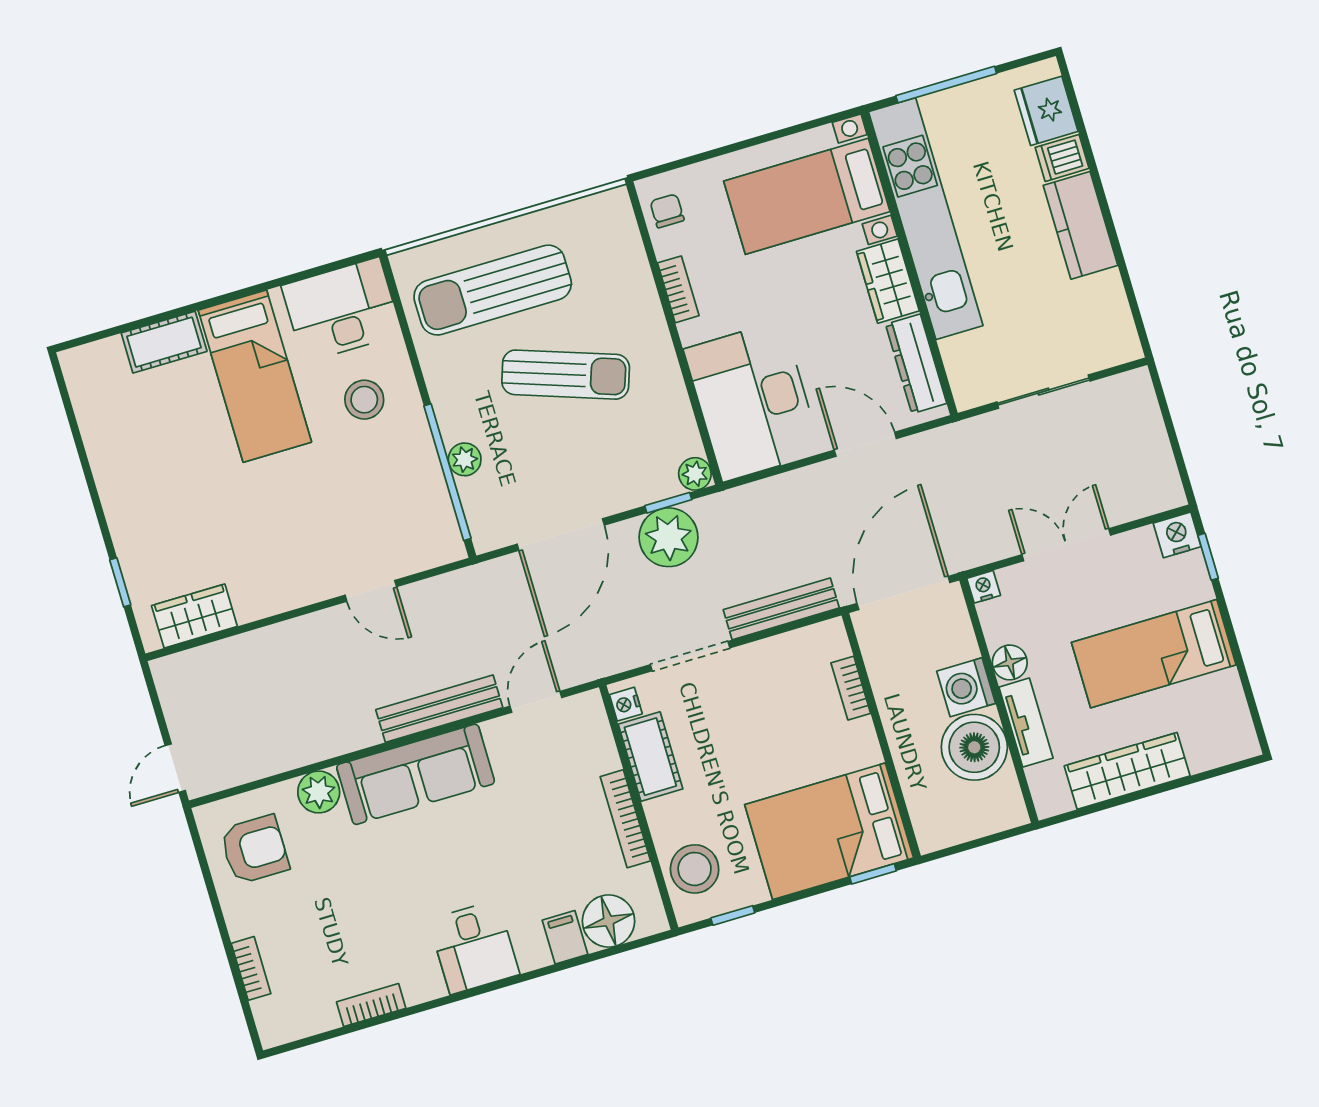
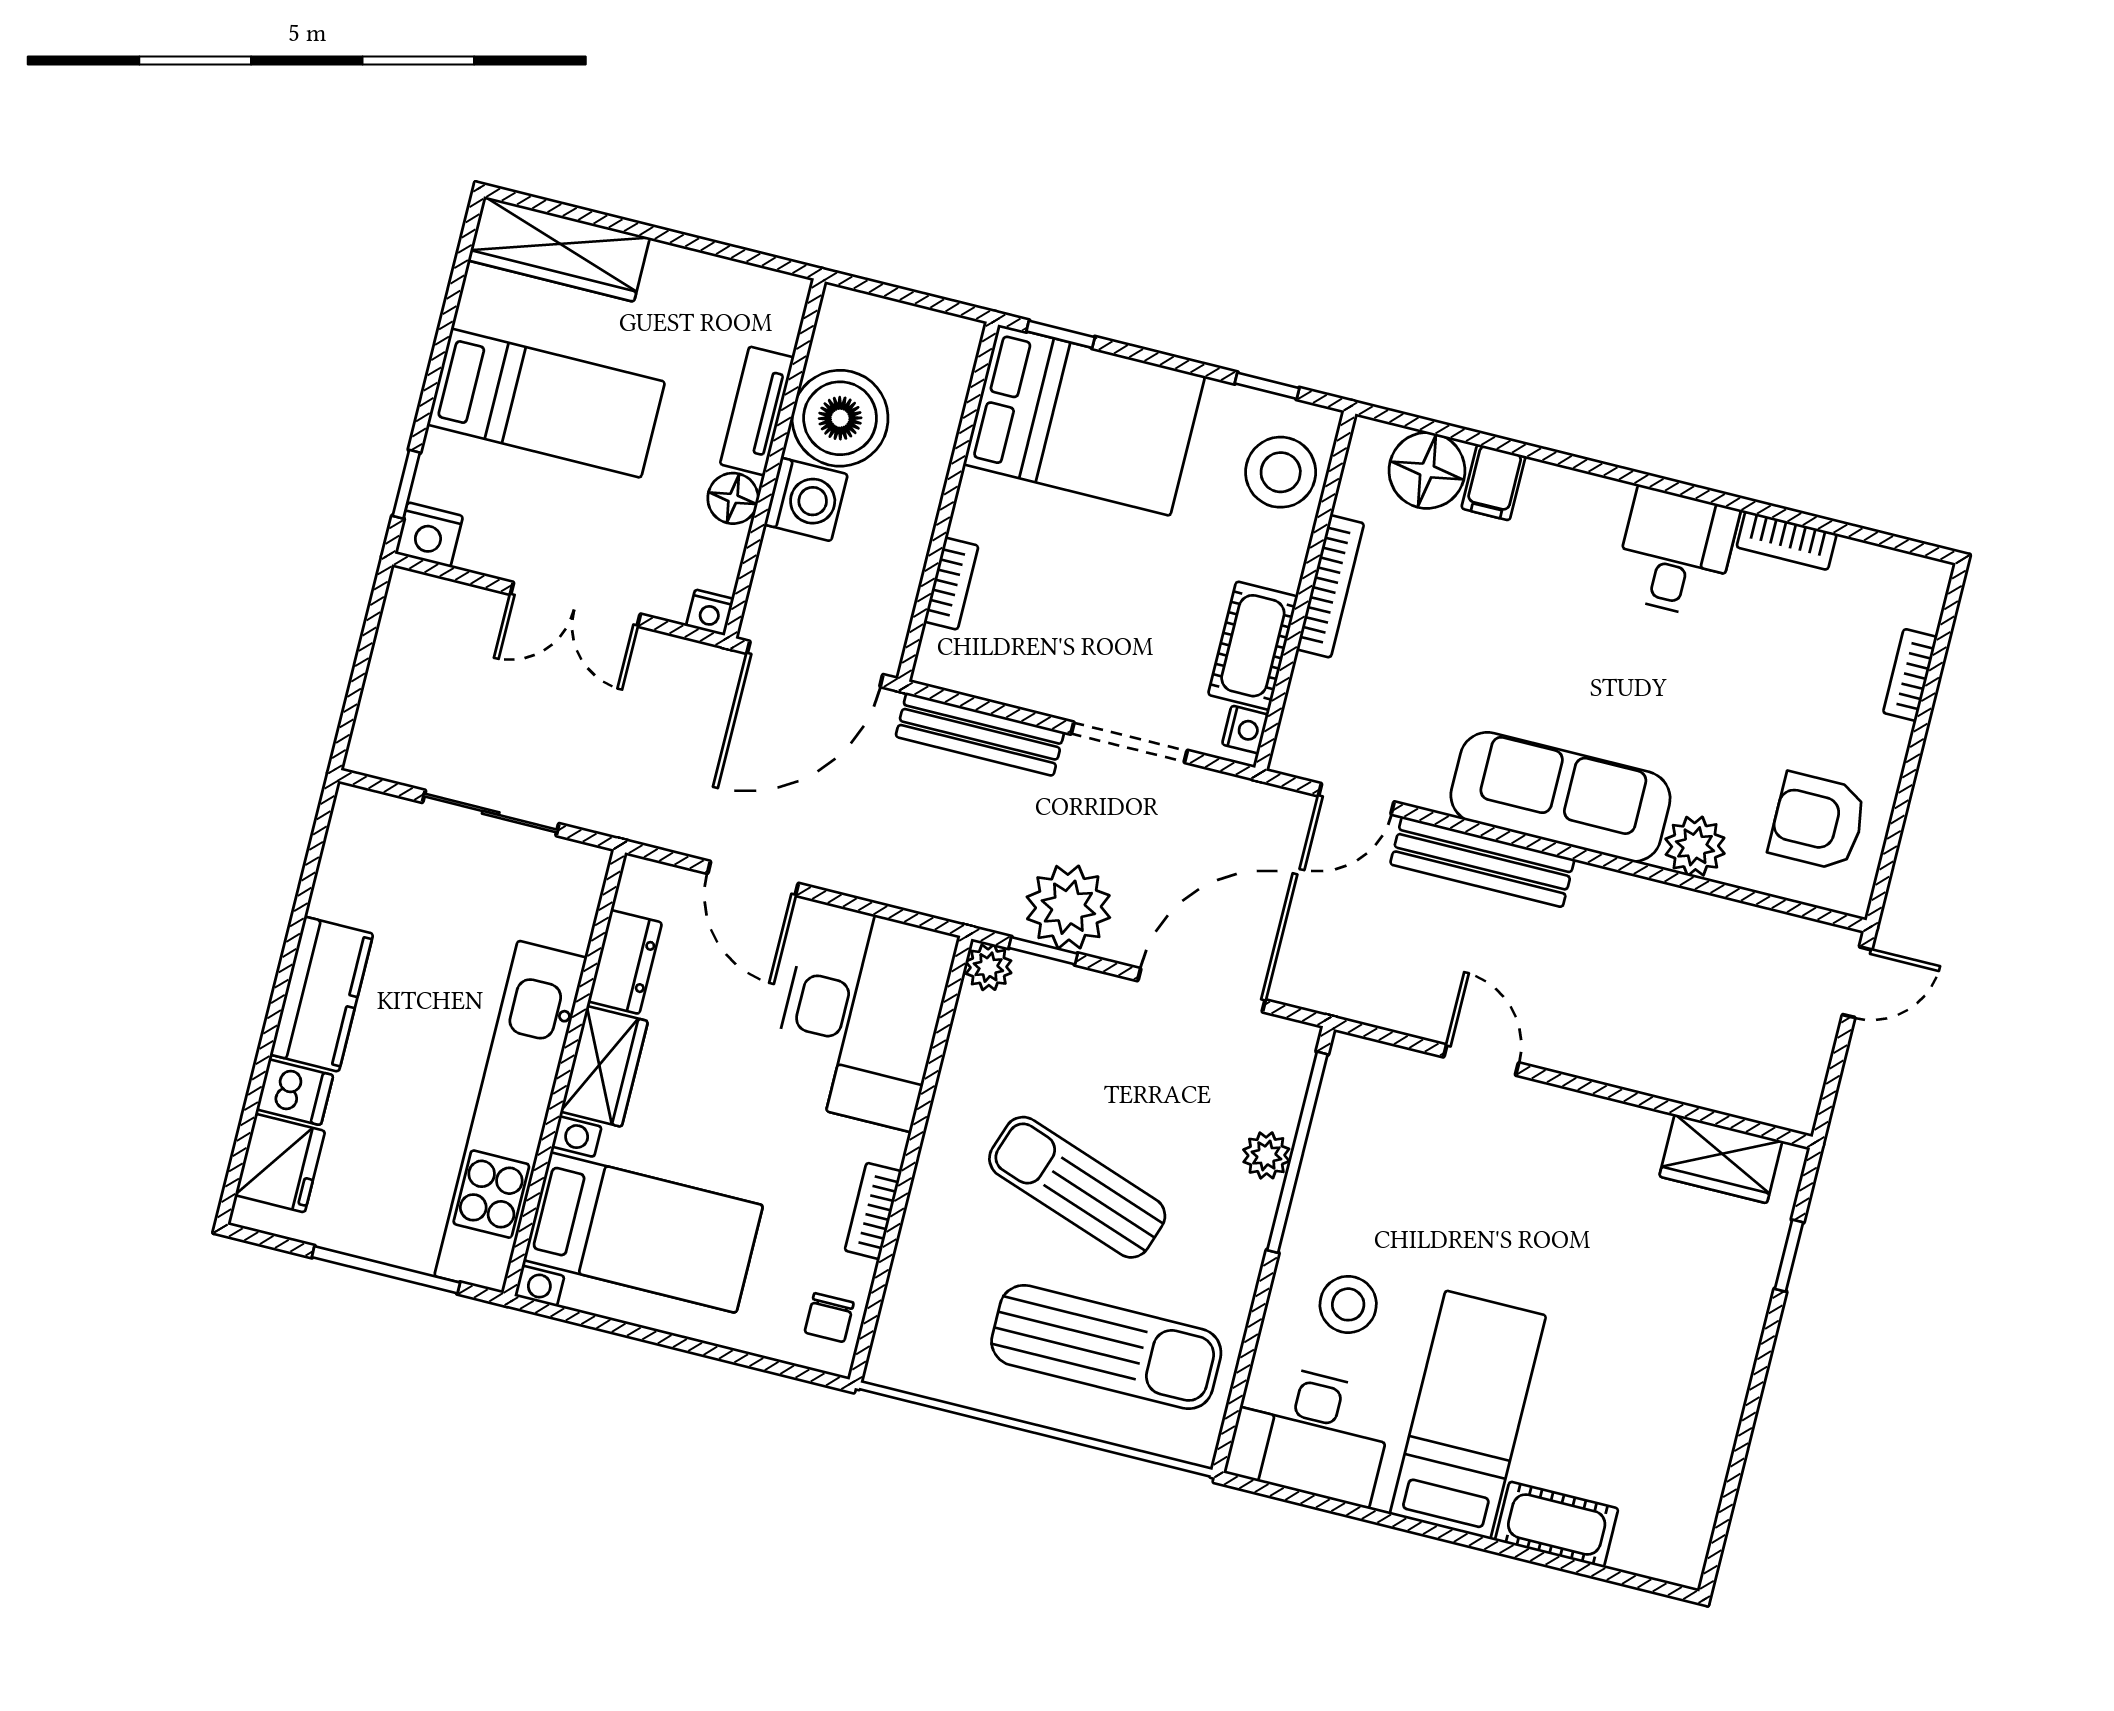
dresser: (916, 364) -> (625, 962), width x0.70
wardrobe: (1127, 771) -> (559, 249), moved
desk: (474, 947) -> (1676, 552), moved

